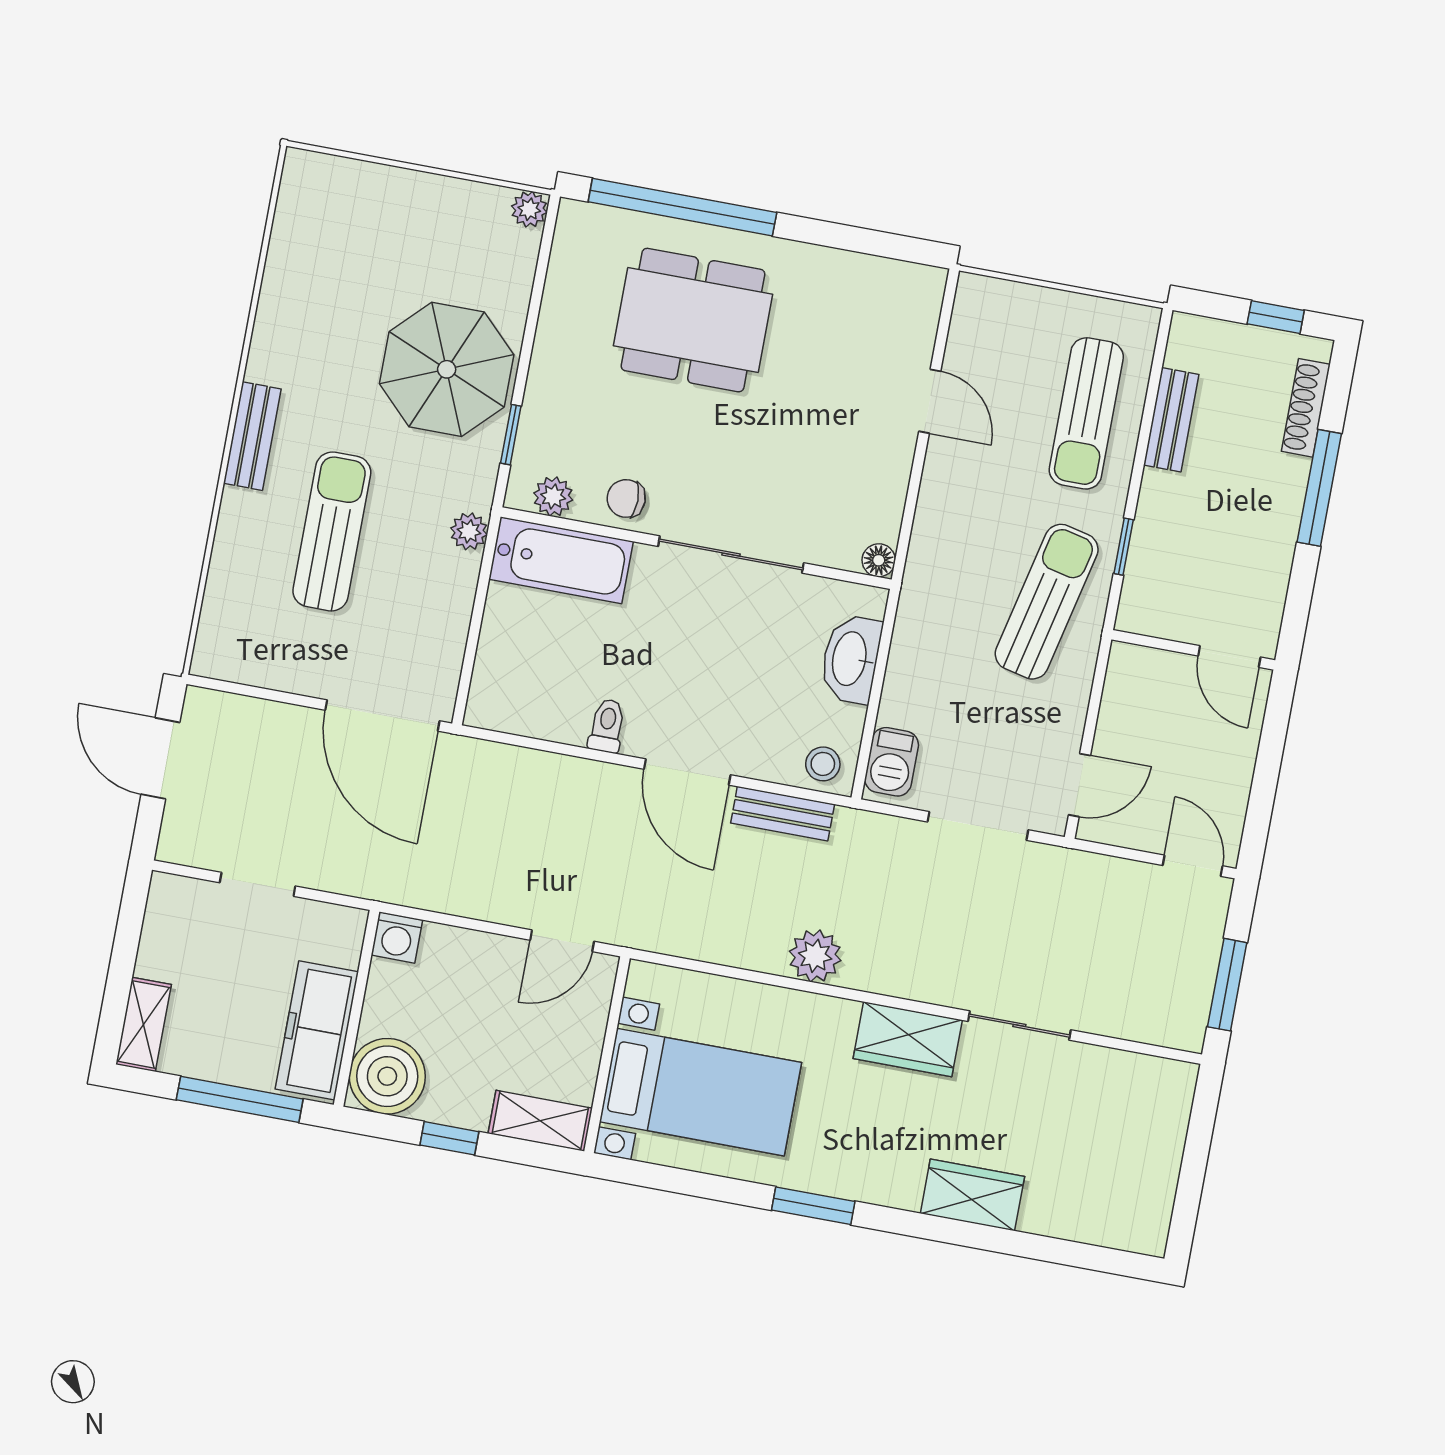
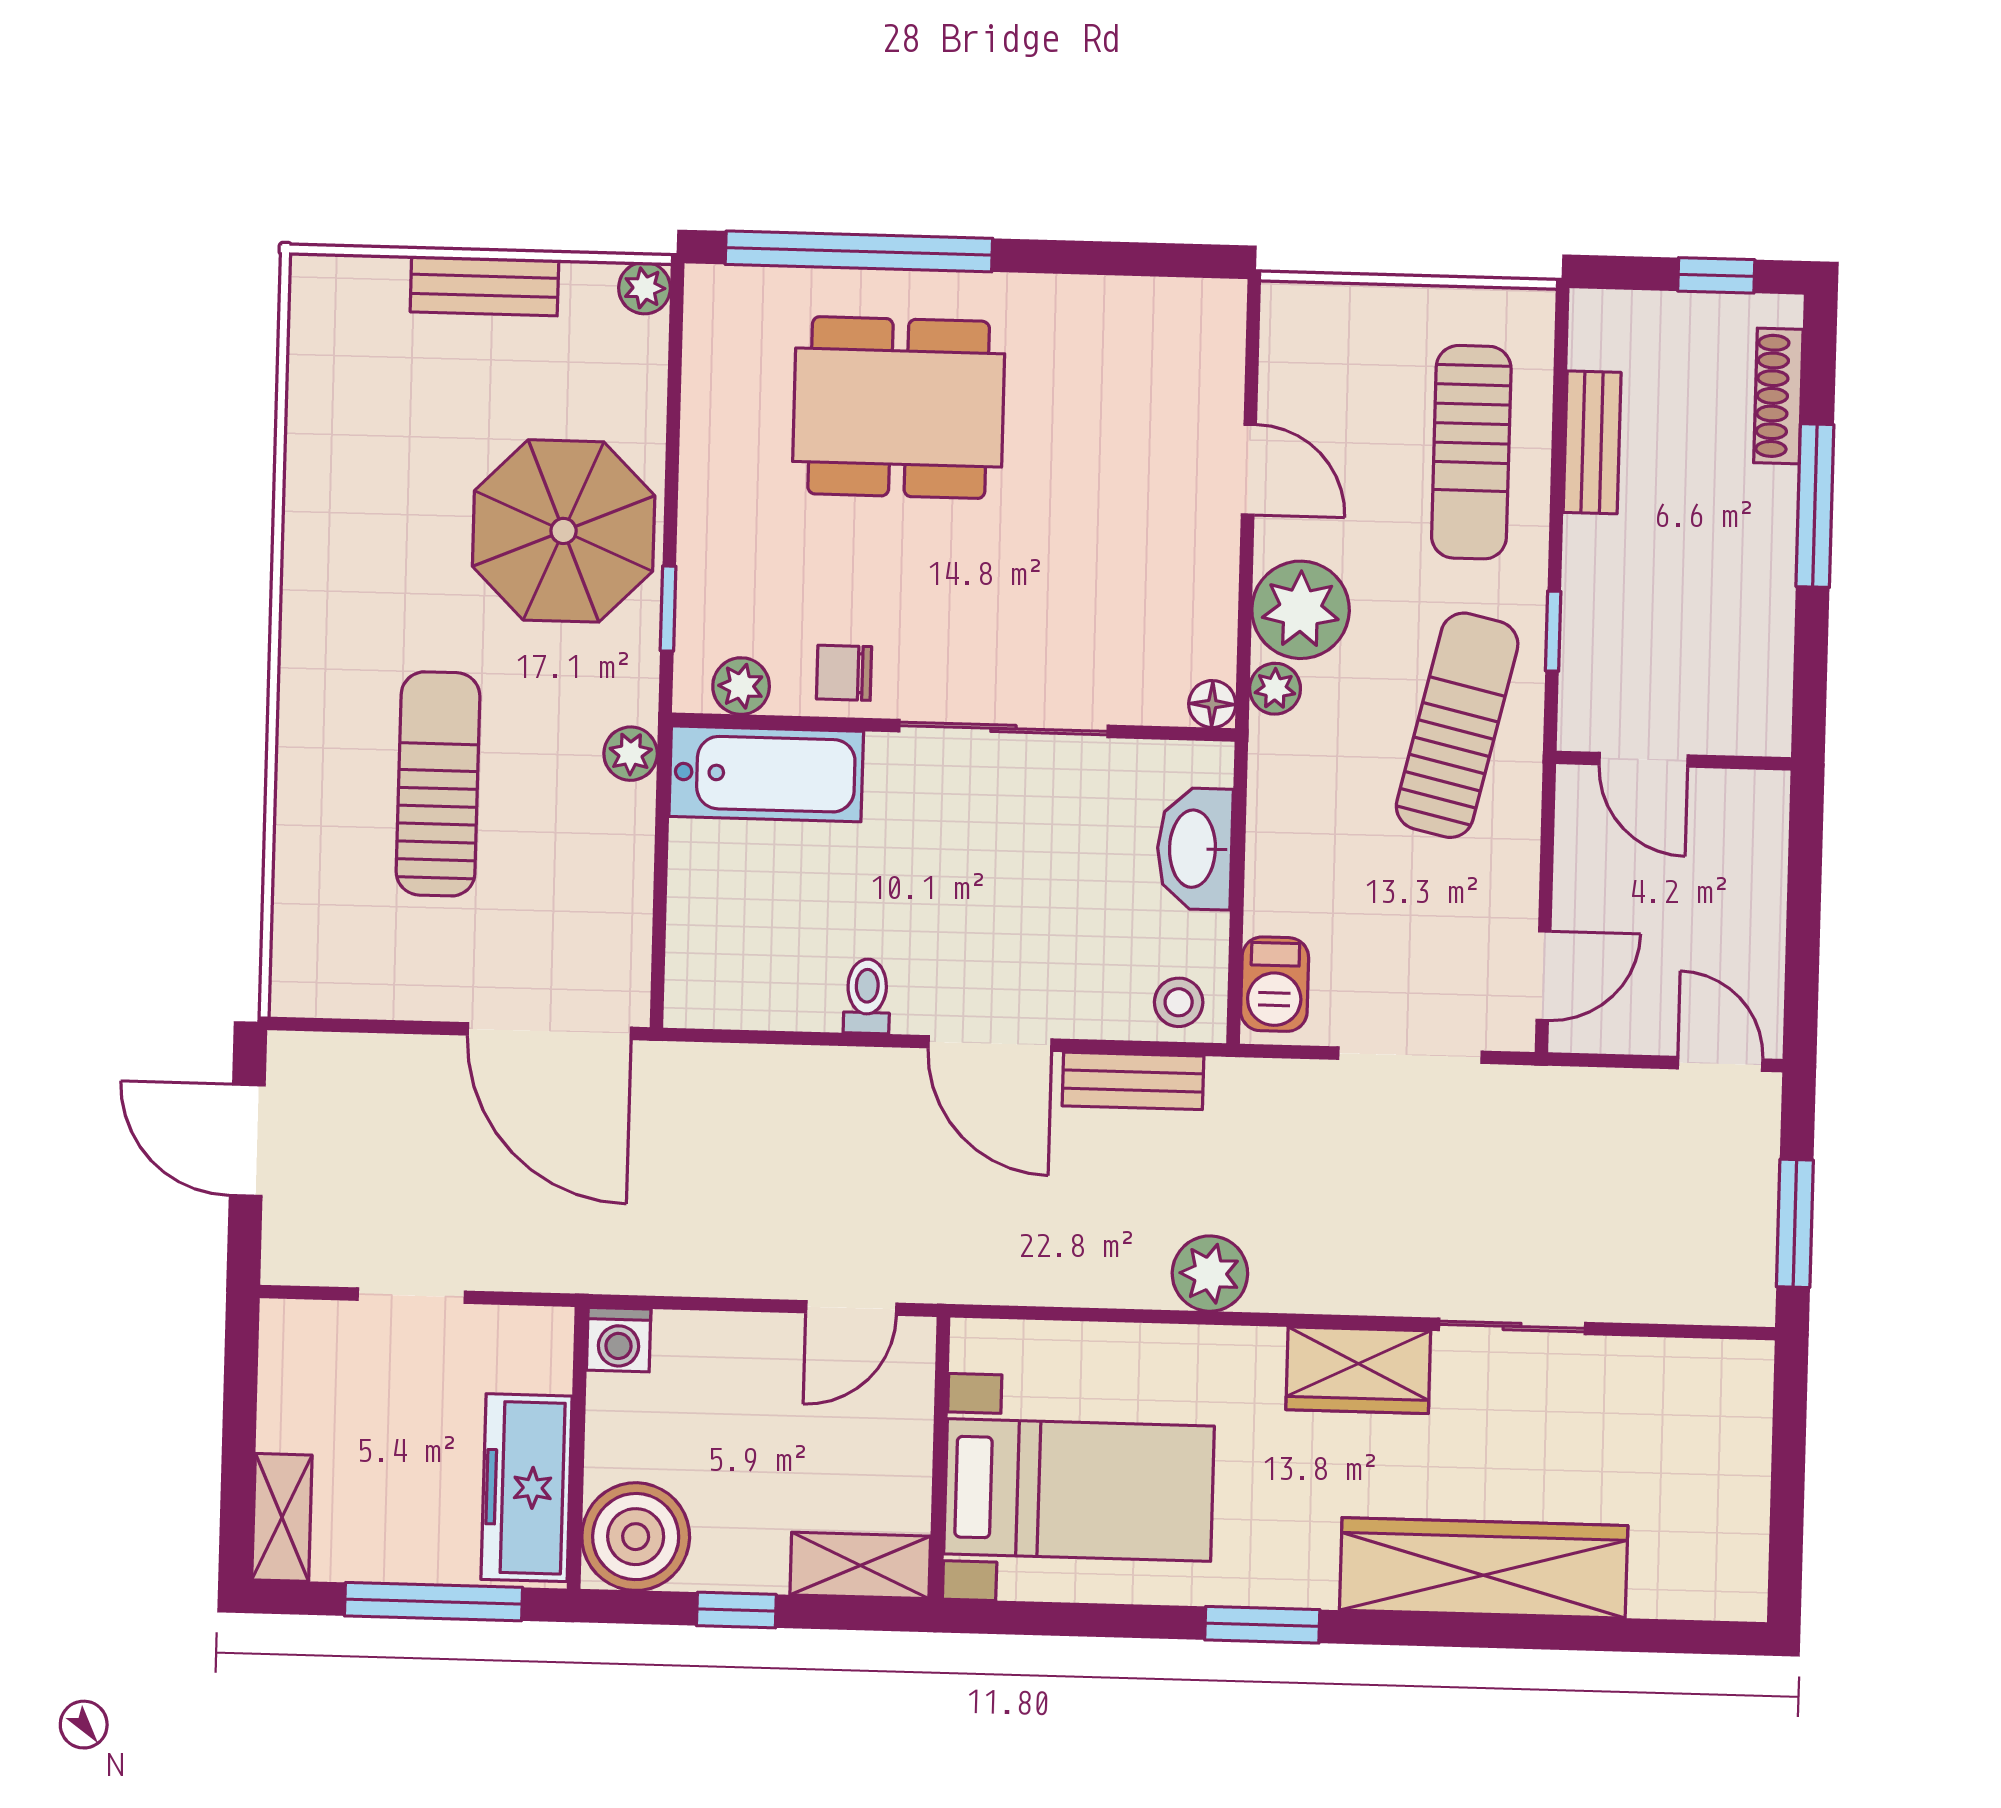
bench: (252, 436) -> (484, 286), moved, turned 90
plant: (950, 504) -> (1301, 610), added
plant: (924, 556) -> (1275, 689), added
door: (1229, 656) -> (1644, 760), moved
wardrobe: (972, 1195) -> (1484, 1568), width x2.10, depth x1.17

